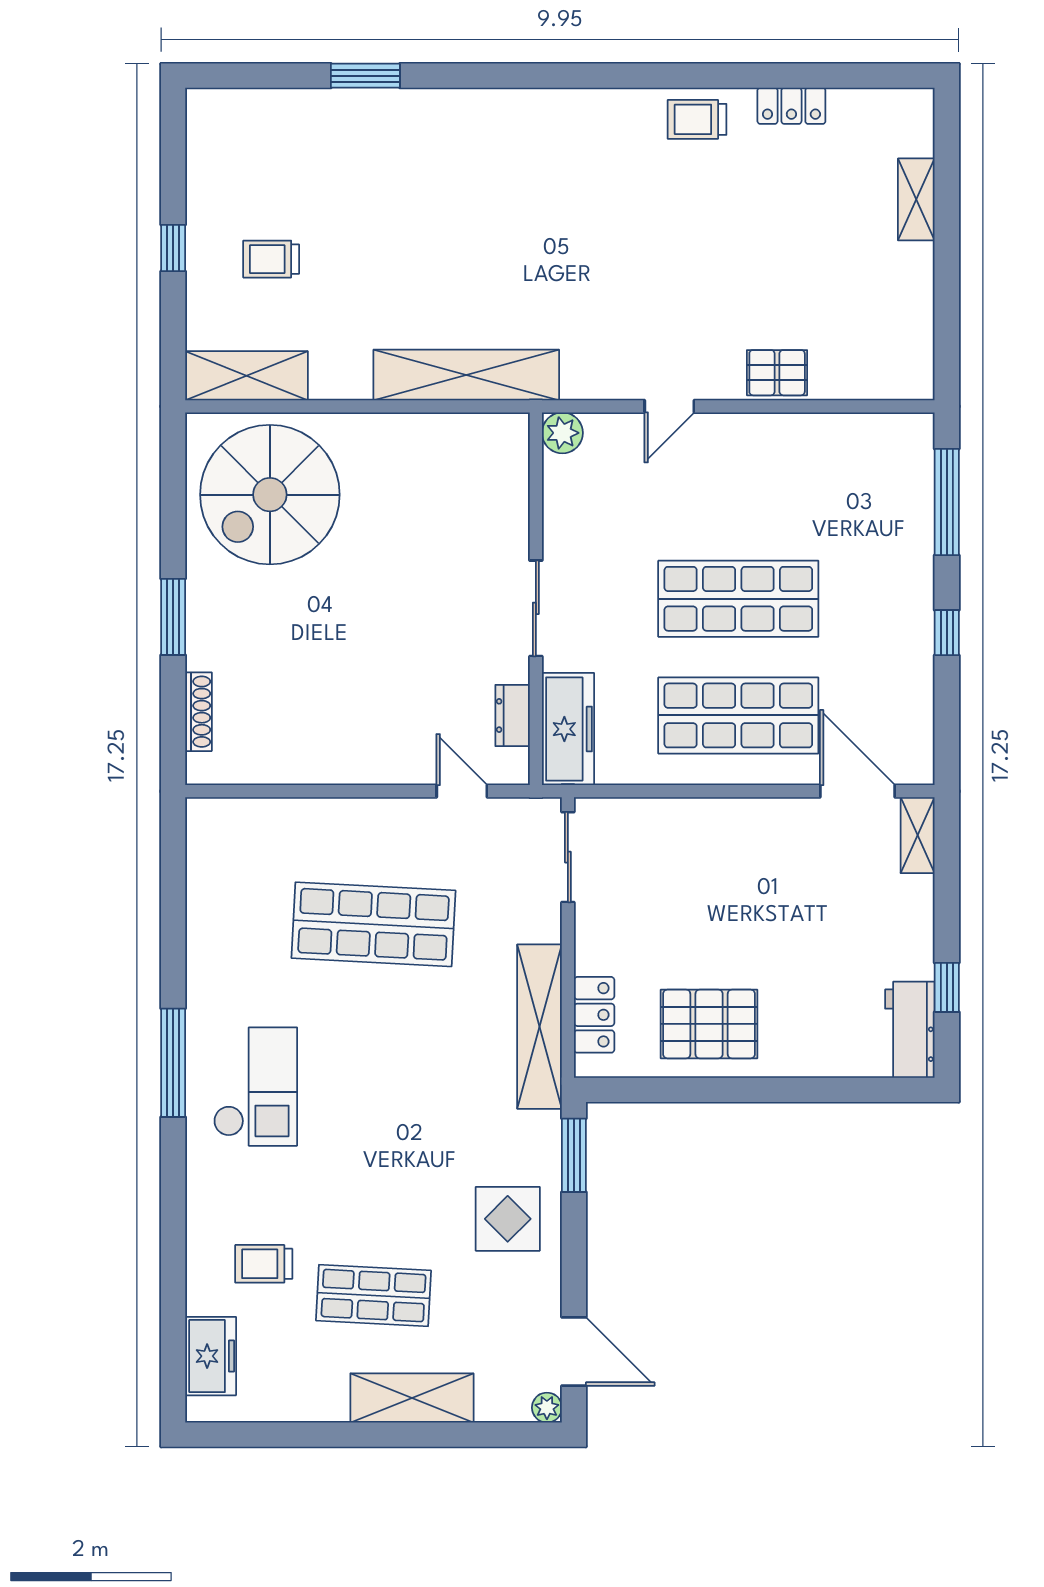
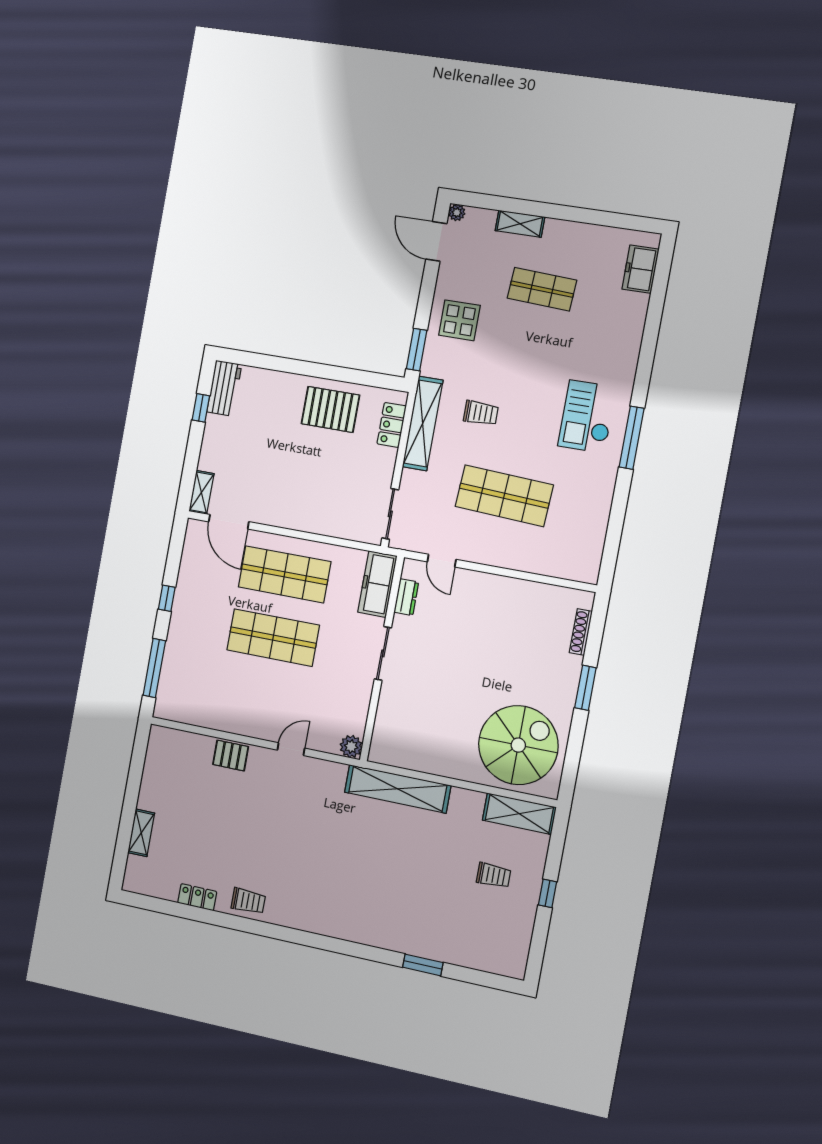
trolley: (264, 1264) -> (481, 413), moved
shelving: (412, 1398) -> (520, 224), width x0.67, depth x0.75

